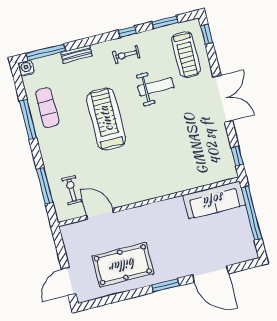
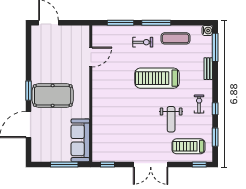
treadmill: (106, 119) -> (157, 78), turned 180
window: (28, 120) -> (156, 23), moved
exercise bike: (72, 190) -> (143, 42), moved
window: (252, 213) -> (64, 164), width x0.68
pool table: (123, 265) -> (53, 96), moved, turned 90

